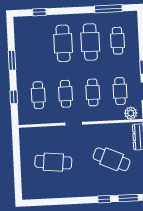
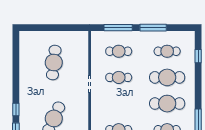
window: (12, 60) -> (153, 28), width x1.44
cafe table: (93, 92) -> (167, 51), moved
window: (14, 97) -> (118, 28), width x2.17

